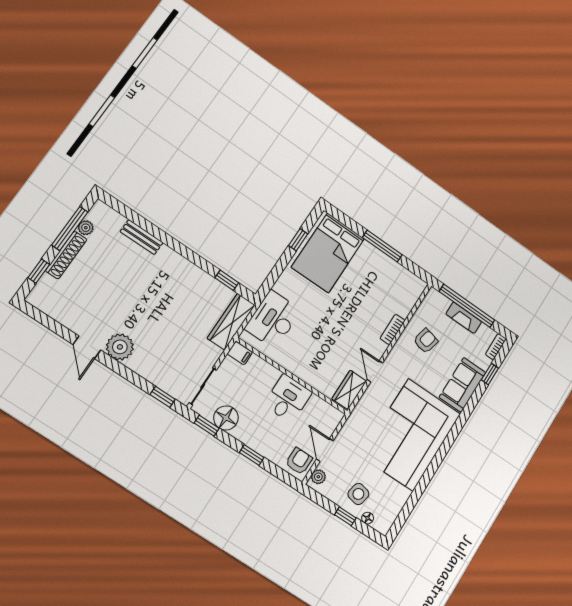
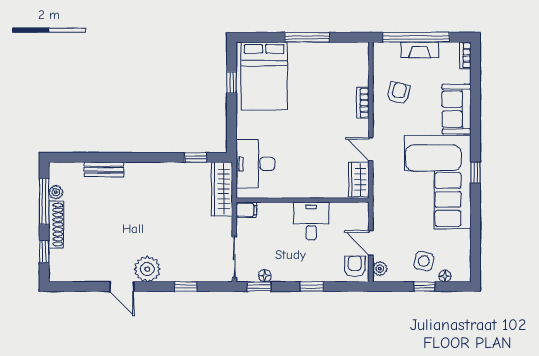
window: (490, 374) -> (475, 173), moved
window: (163, 397) -> (186, 287), moved
floor lamp: (226, 418) -> (265, 276), width x0.53, depth x0.53

